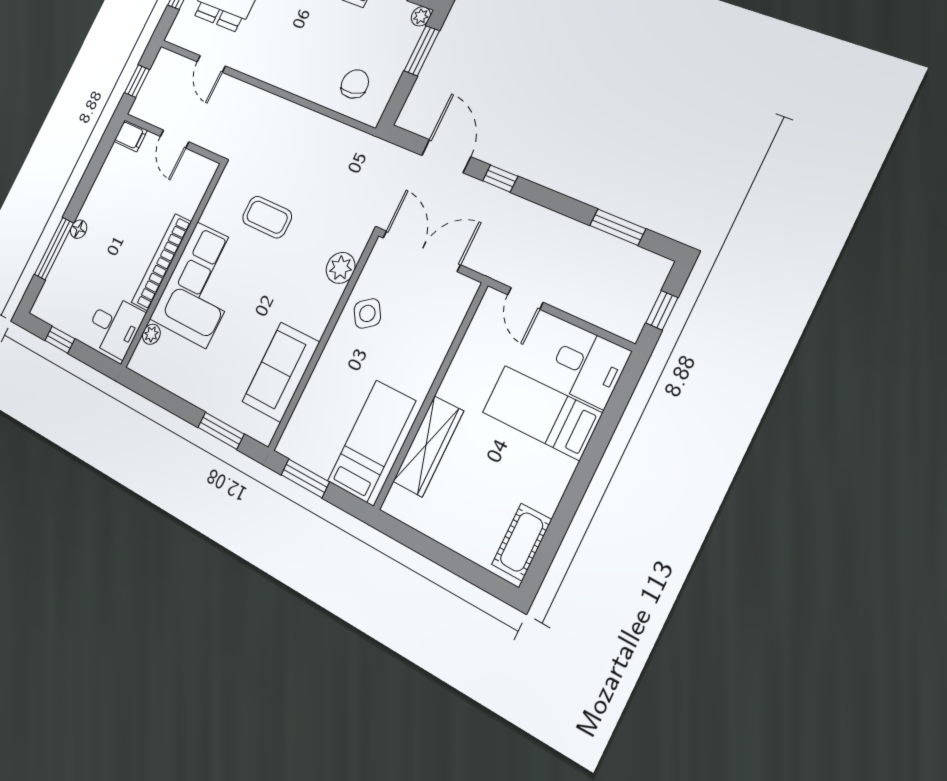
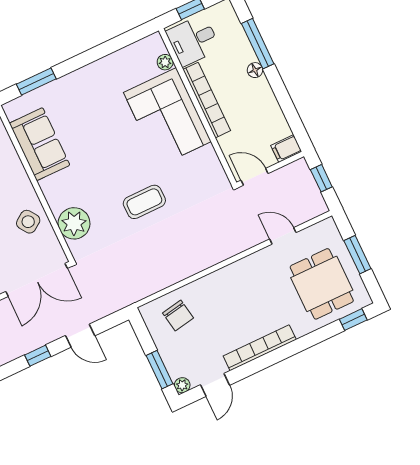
door: (446, 156) -> (80, 336), width x0.73
bookcase: (161, 262) -> (207, 100), moved
wall: (173, 265) -> (198, 107), moved
plant: (341, 268) -> (74, 223), width x1.36, depth x1.36
corner sofa: (202, 285) -> (167, 117), moved
desk: (115, 326) -> (193, 40), moved
plant: (151, 334) -> (165, 62), moved

